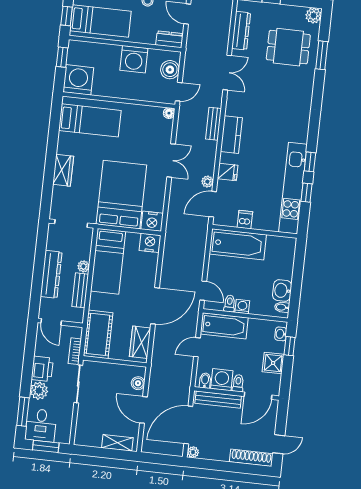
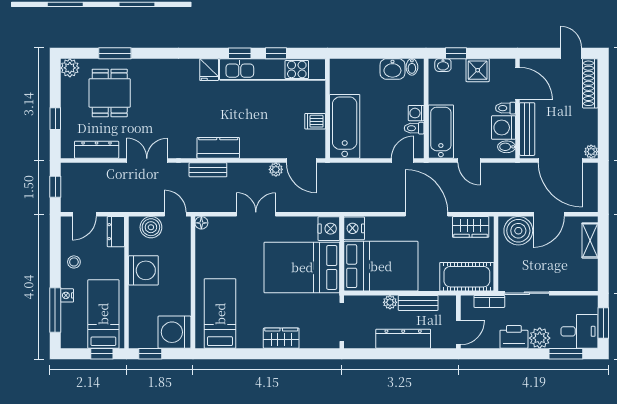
fridge: (228, 172) -> (209, 70), moved, turned 180
bed: (108, 261) -> (381, 266), width x1.50
boiler: (138, 383) -> (518, 231), width x1.86, depth x1.86

